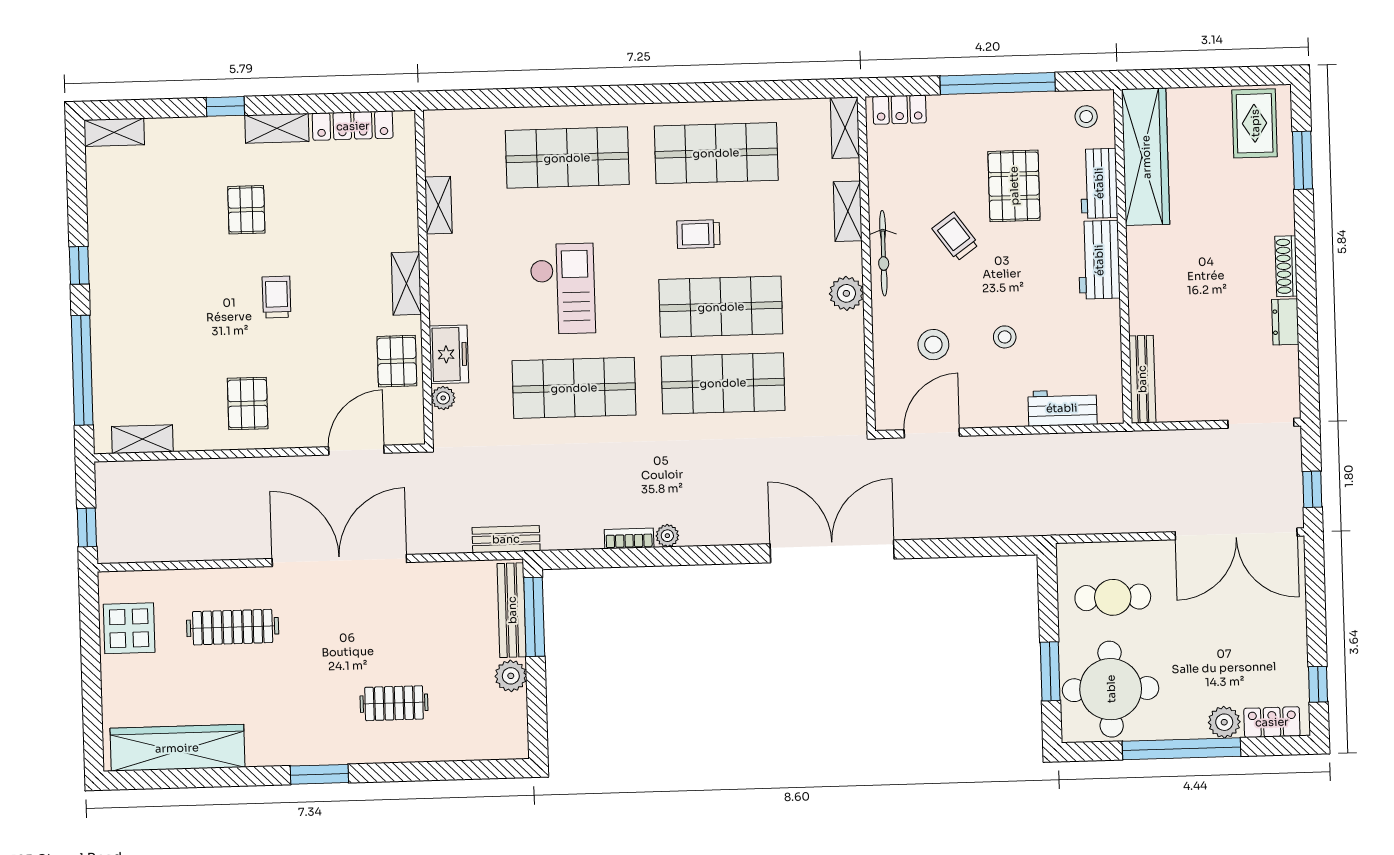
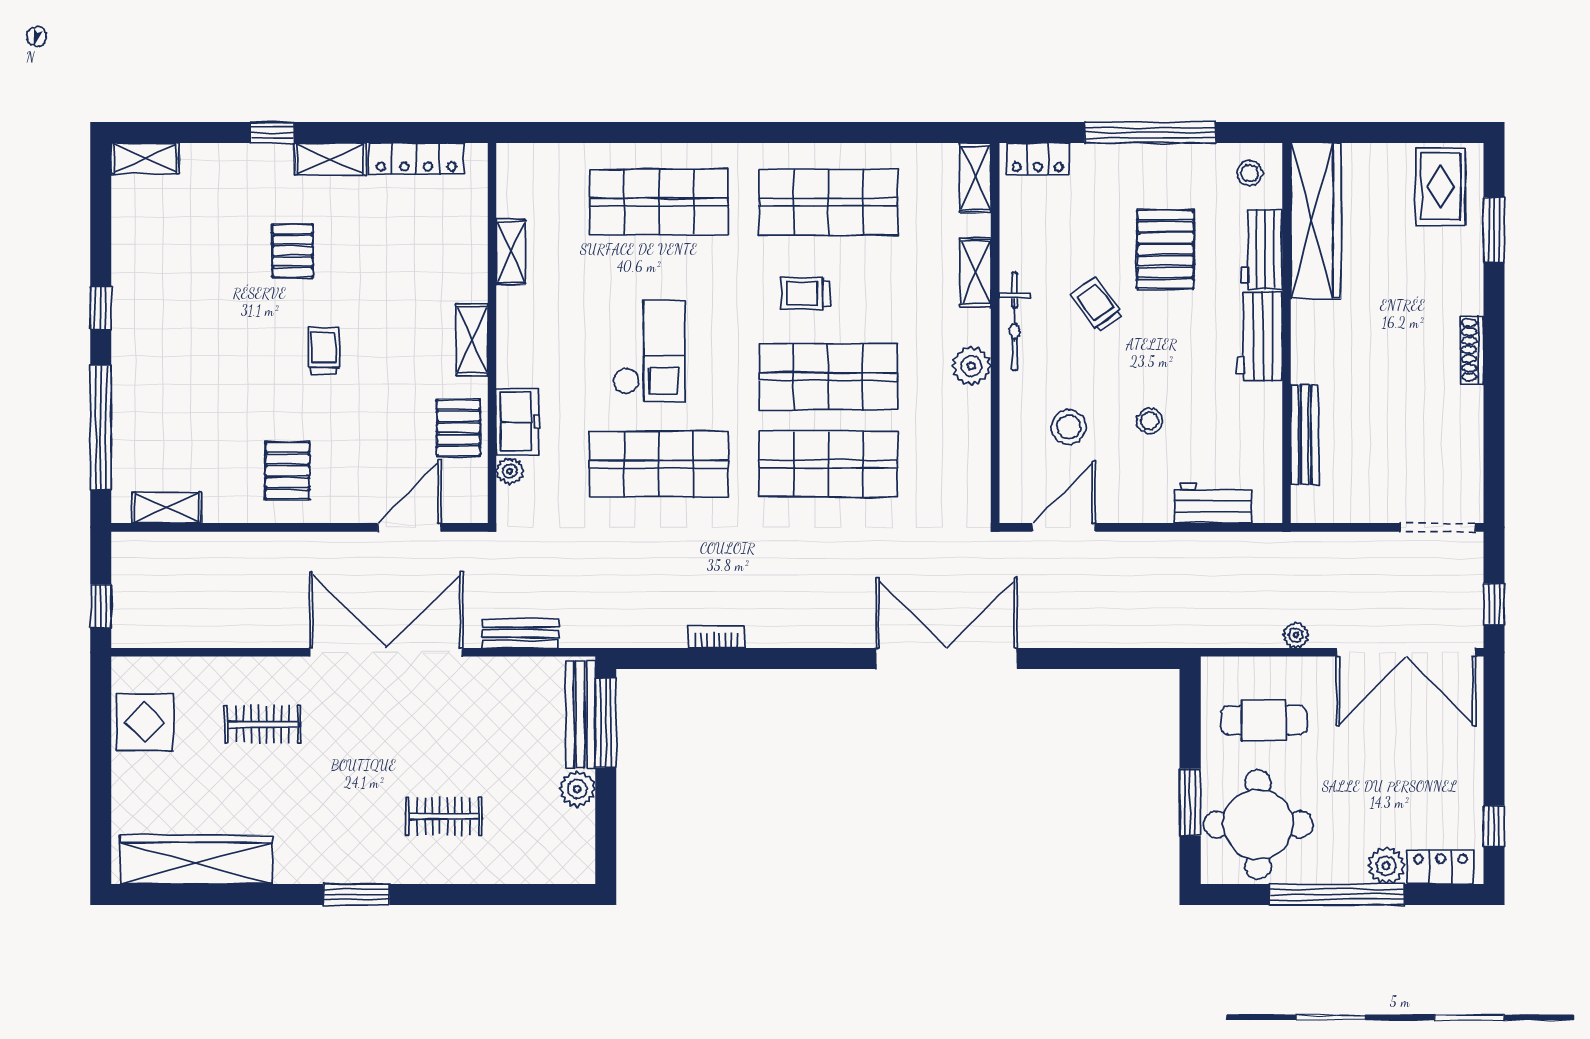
dresser: (1285, 322) -> (1469, 413), removed
bench: (1142, 379) -> (1305, 434), moved
plant: (667, 536) -> (1296, 635), moved
bench: (506, 539) -> (520, 634), moved
clothes rail: (233, 627) -> (263, 724), width x0.73

